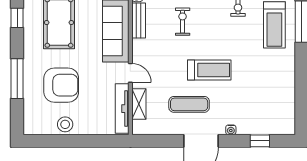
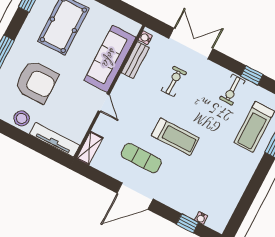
shelving: (139, 104) -> (90, 148), moved
tv unit: (122, 109) -> (55, 140), moved, turned 90
water cooler: (231, 130) -> (201, 218), moved

